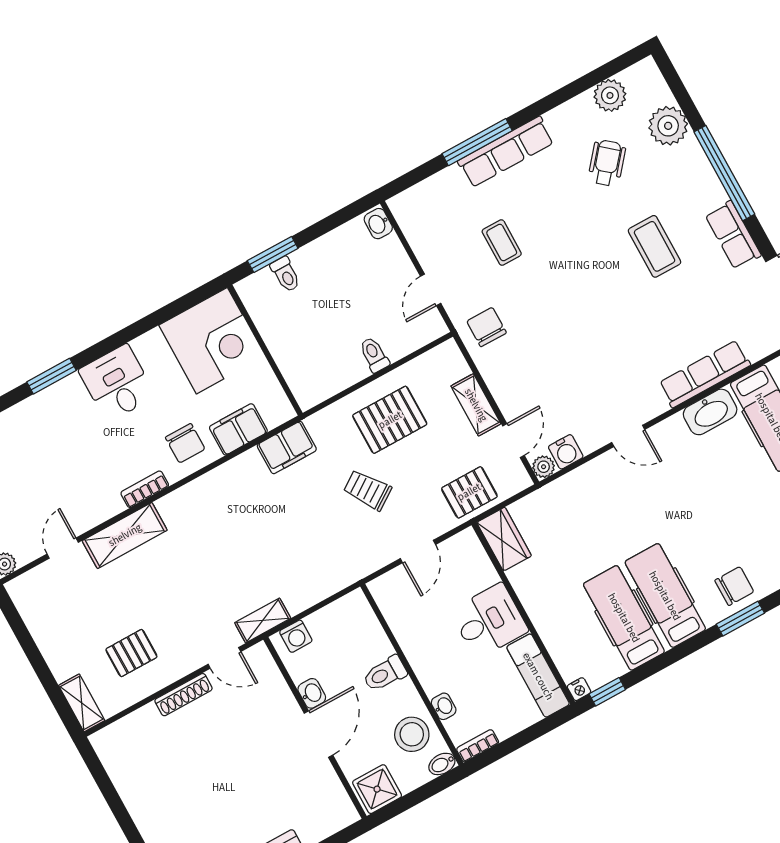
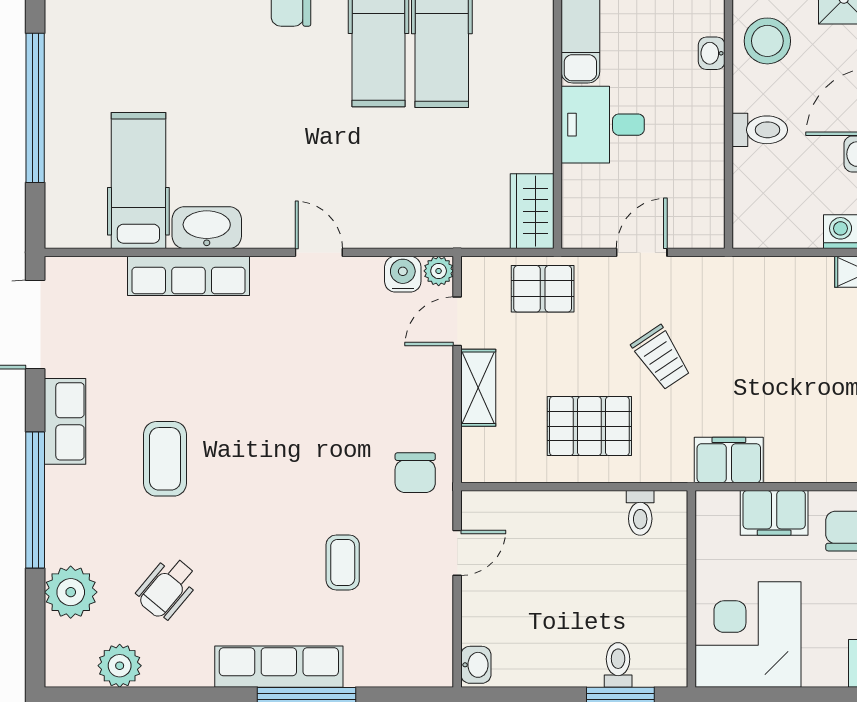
toilet: (374, 355) -> (640, 513), moved

